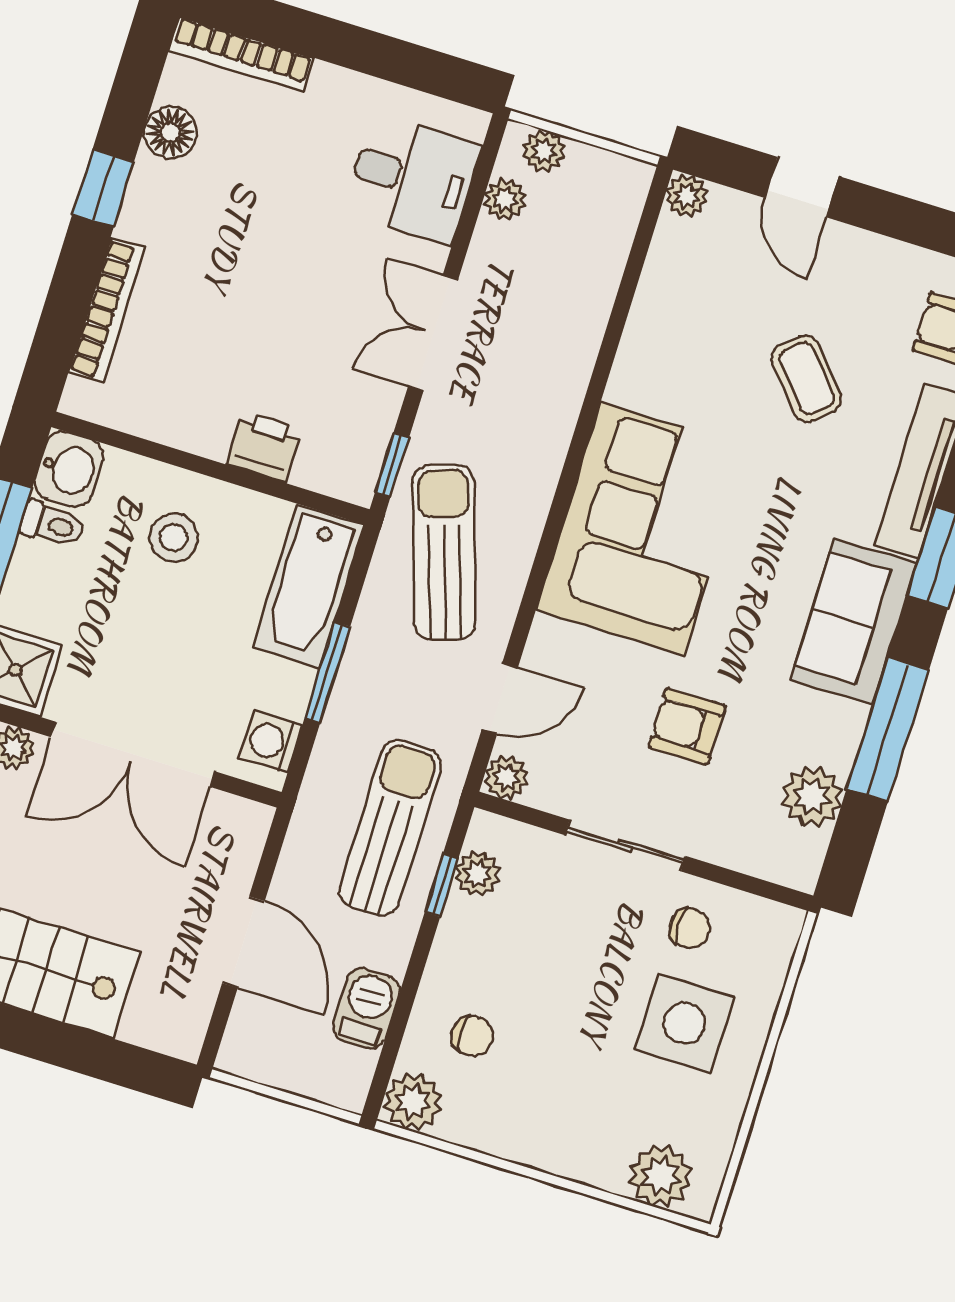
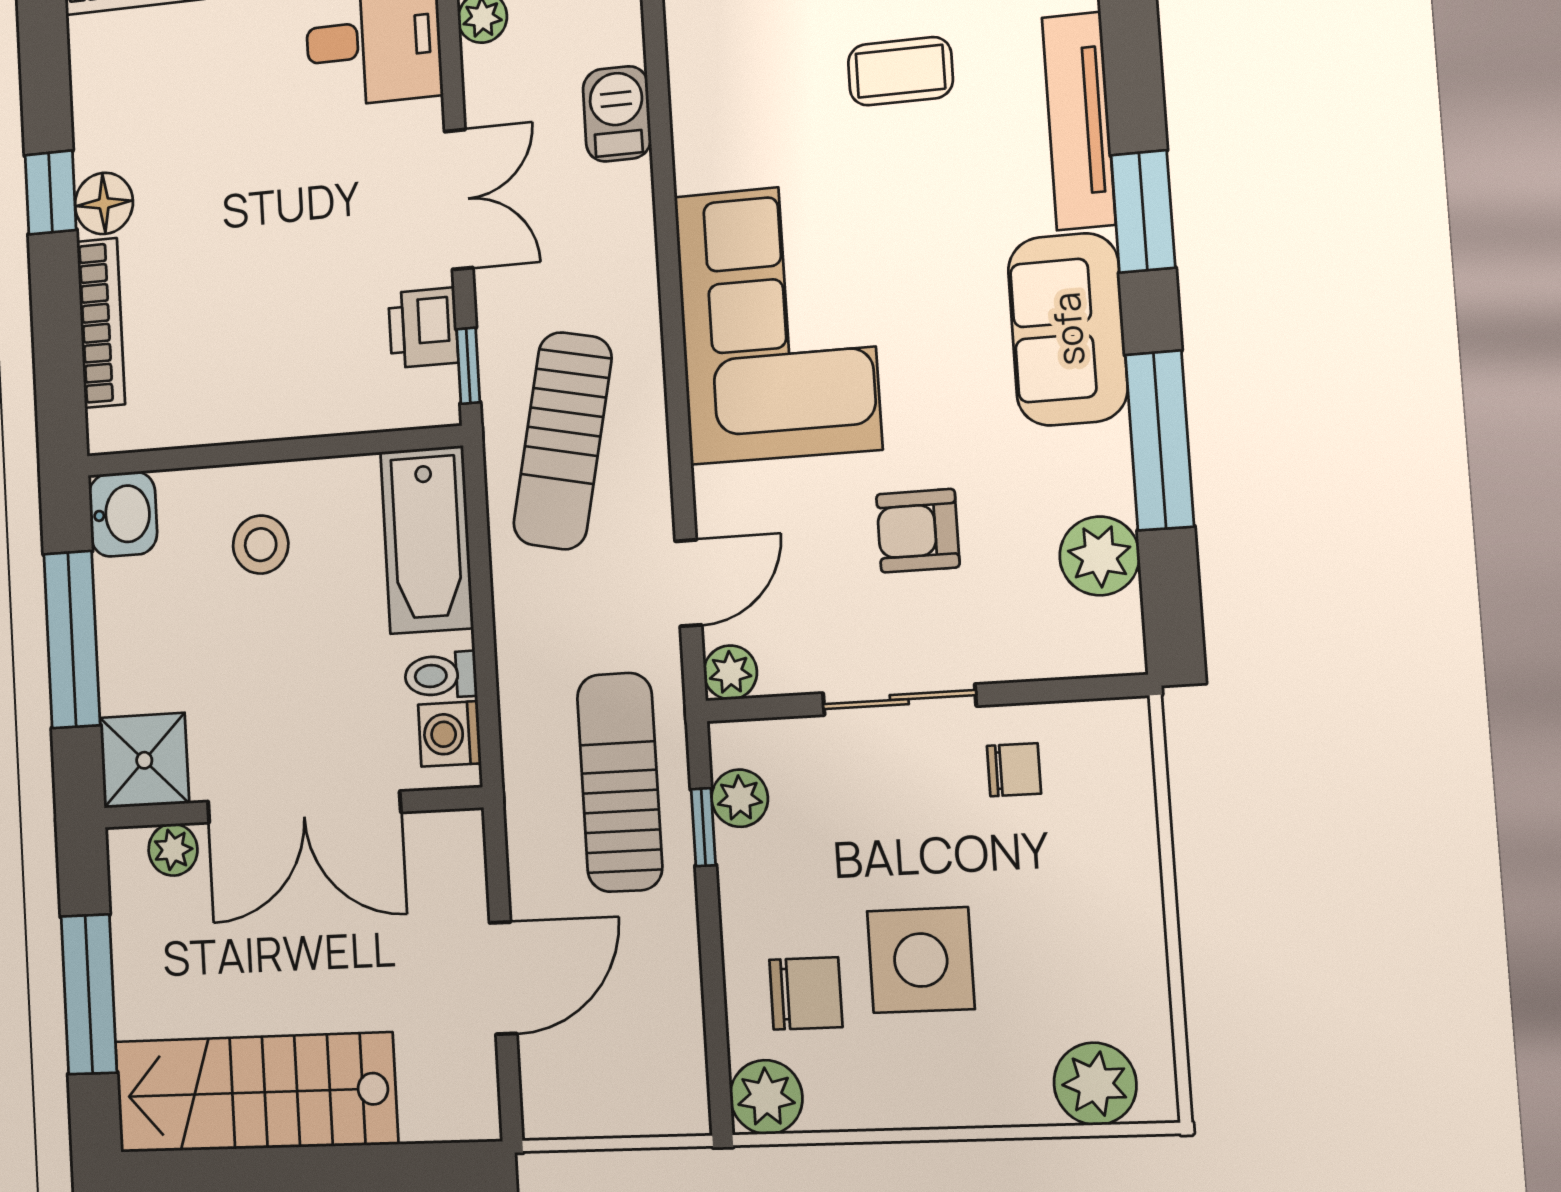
floor lamp: (170, 132) -> (104, 203), moved
double door: (433, 333) -> (459, 199), swing flipped
coffee table: (806, 378) -> (900, 71), turned -49
printer: (264, 447) -> (423, 328), moved, turned -90
toilet: (52, 524) -> (441, 675), moved, turned 180
sun lounger: (444, 552) -> (563, 441), turned -150
window: (327, 673) -> (483, 630), removed
door: (243, 942) -> (503, 978), hinge flipped
barbecue: (366, 1008) -> (617, 114), moved
side table: (684, 1023) -> (921, 960), moved
chair: (472, 1036) -> (806, 993), width x1.37, depth x1.37

